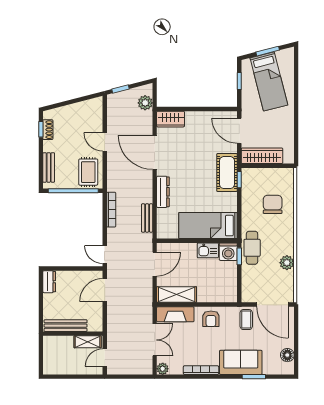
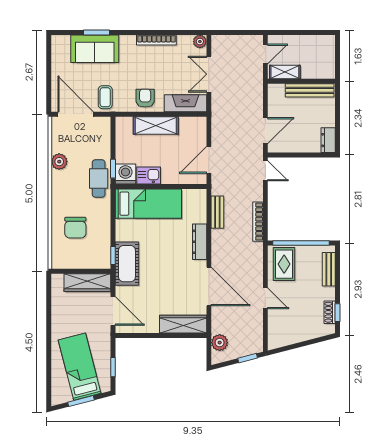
wardrobe: (171, 119) -> (183, 324), width x1.50
shelving: (177, 295) -> (156, 126), moved
floor lamp: (287, 355) -> (59, 57), removed
sofa: (241, 362) -> (95, 49), moved

